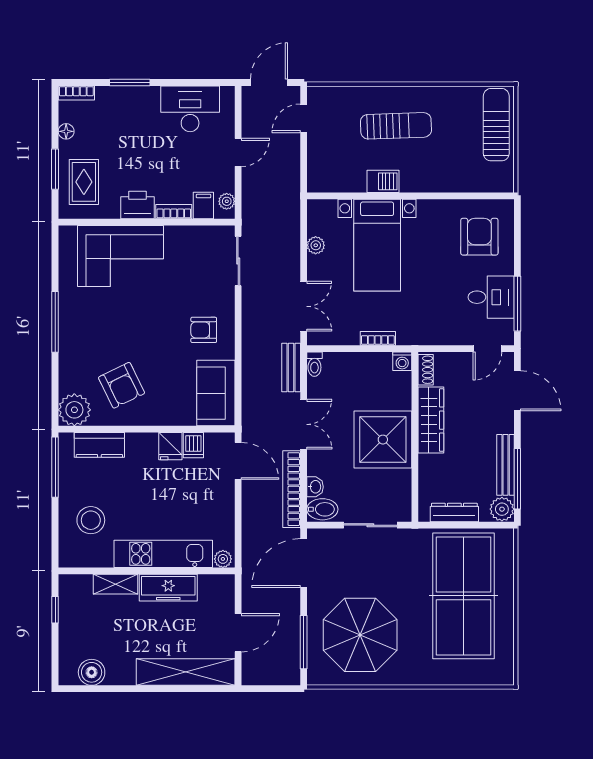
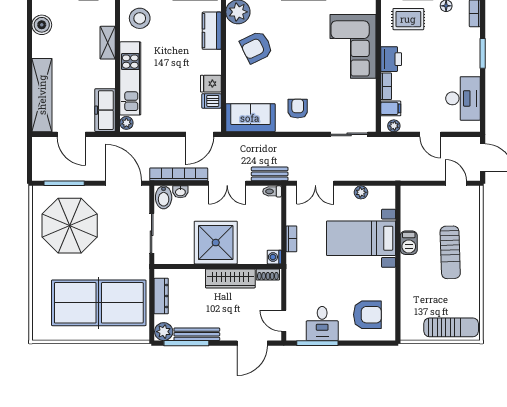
stool: (91, 520) -> (140, 18), moved
freezer: (168, 588) -> (105, 110), moved

